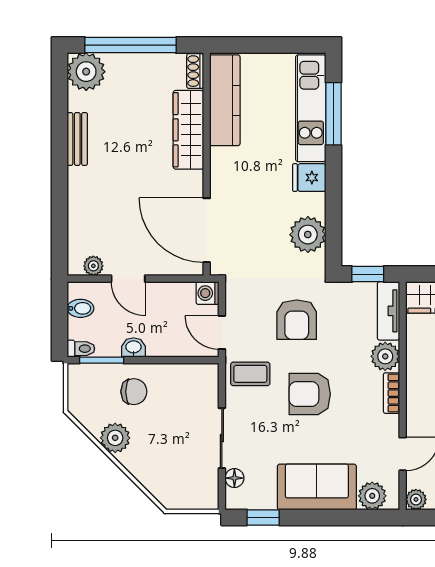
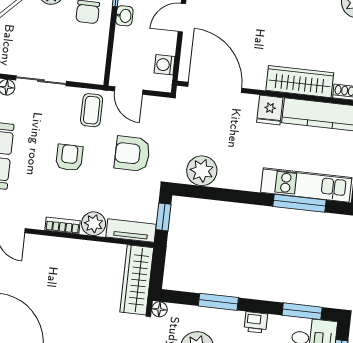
fridge: (309, 178) -> (270, 110), moved, turned 180
door: (207, 230) -> (215, 87), hinge flipped
washing machine: (208, 293) -> (165, 65), moved, turned -90
door: (222, 332) -> (129, 90), swing flipped
armchair: (310, 394) -> (69, 158), width x0.72, depth x0.72

